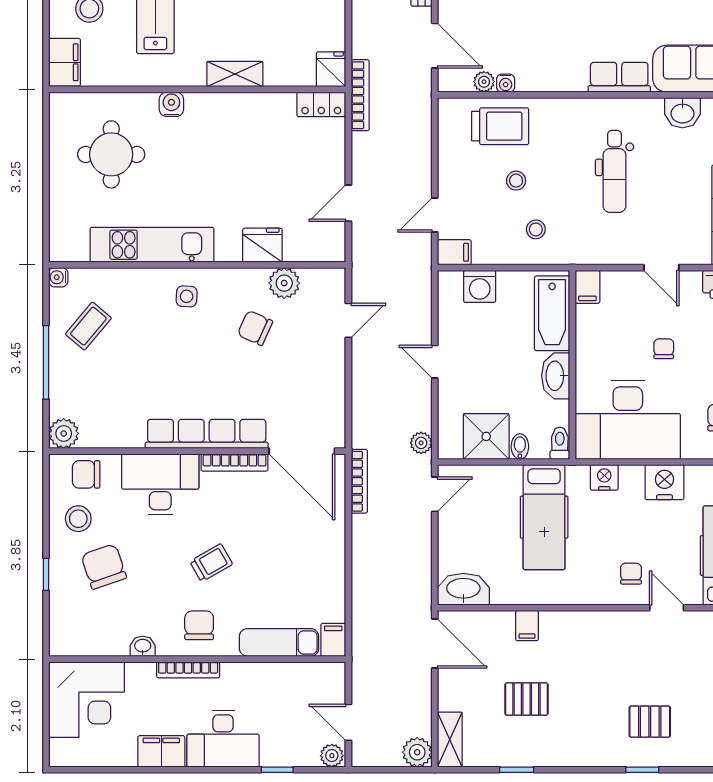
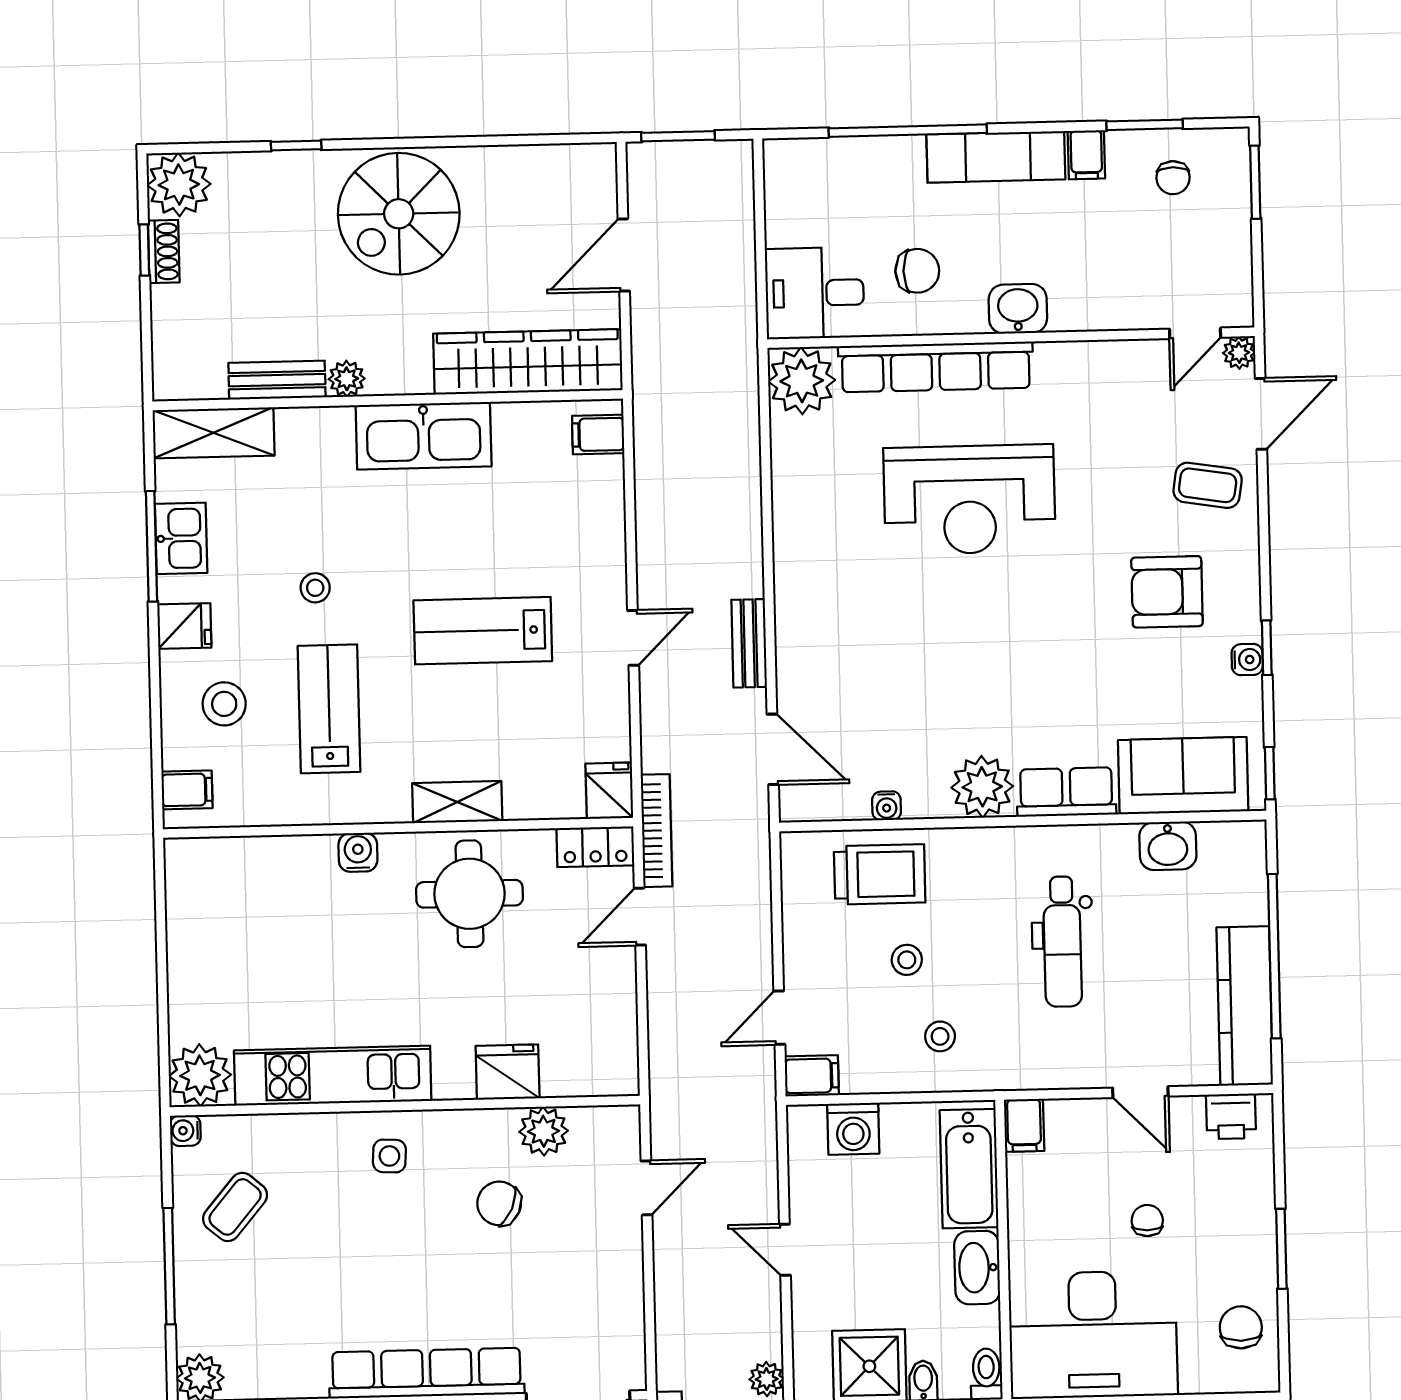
filing cabinet: (65, 62) -> (187, 790), width x0.50
plant: (484, 82) -> (982, 787), moved, width x1.88, depth x1.88
round table: (111, 154) -> (469, 894), moved
door: (348, 203) -> (640, 917), moved
plant: (68, 243) -> (200, 1075), added

